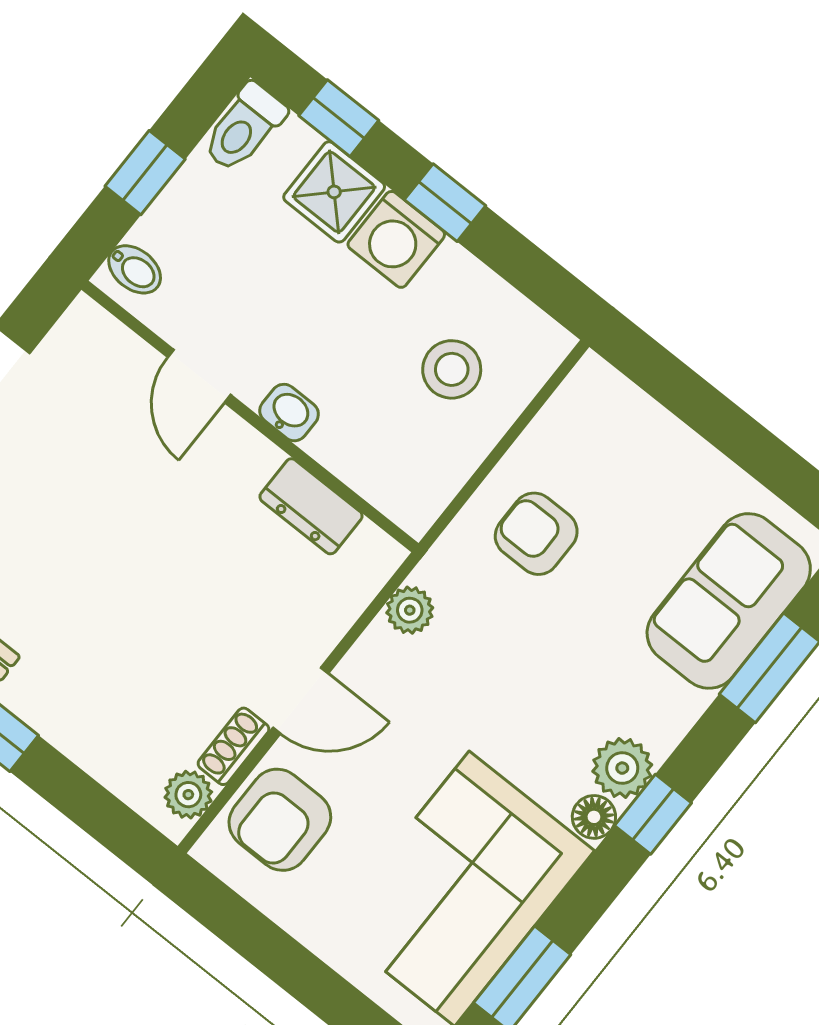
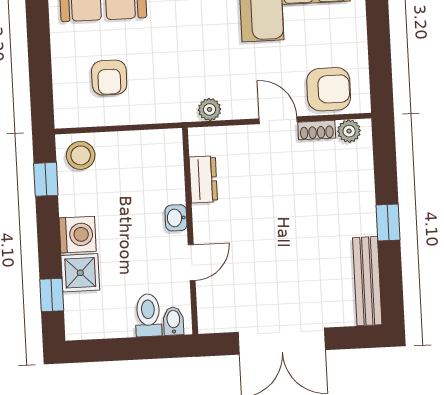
toilet: (244, 128) -> (148, 315), moved, turned -90
window: (145, 173) -> (134, 349), removed
window: (445, 203) -> (46, 179), moved
stool: (452, 369) -> (81, 155), moved
armchair: (536, 534) -> (109, 78), moved

